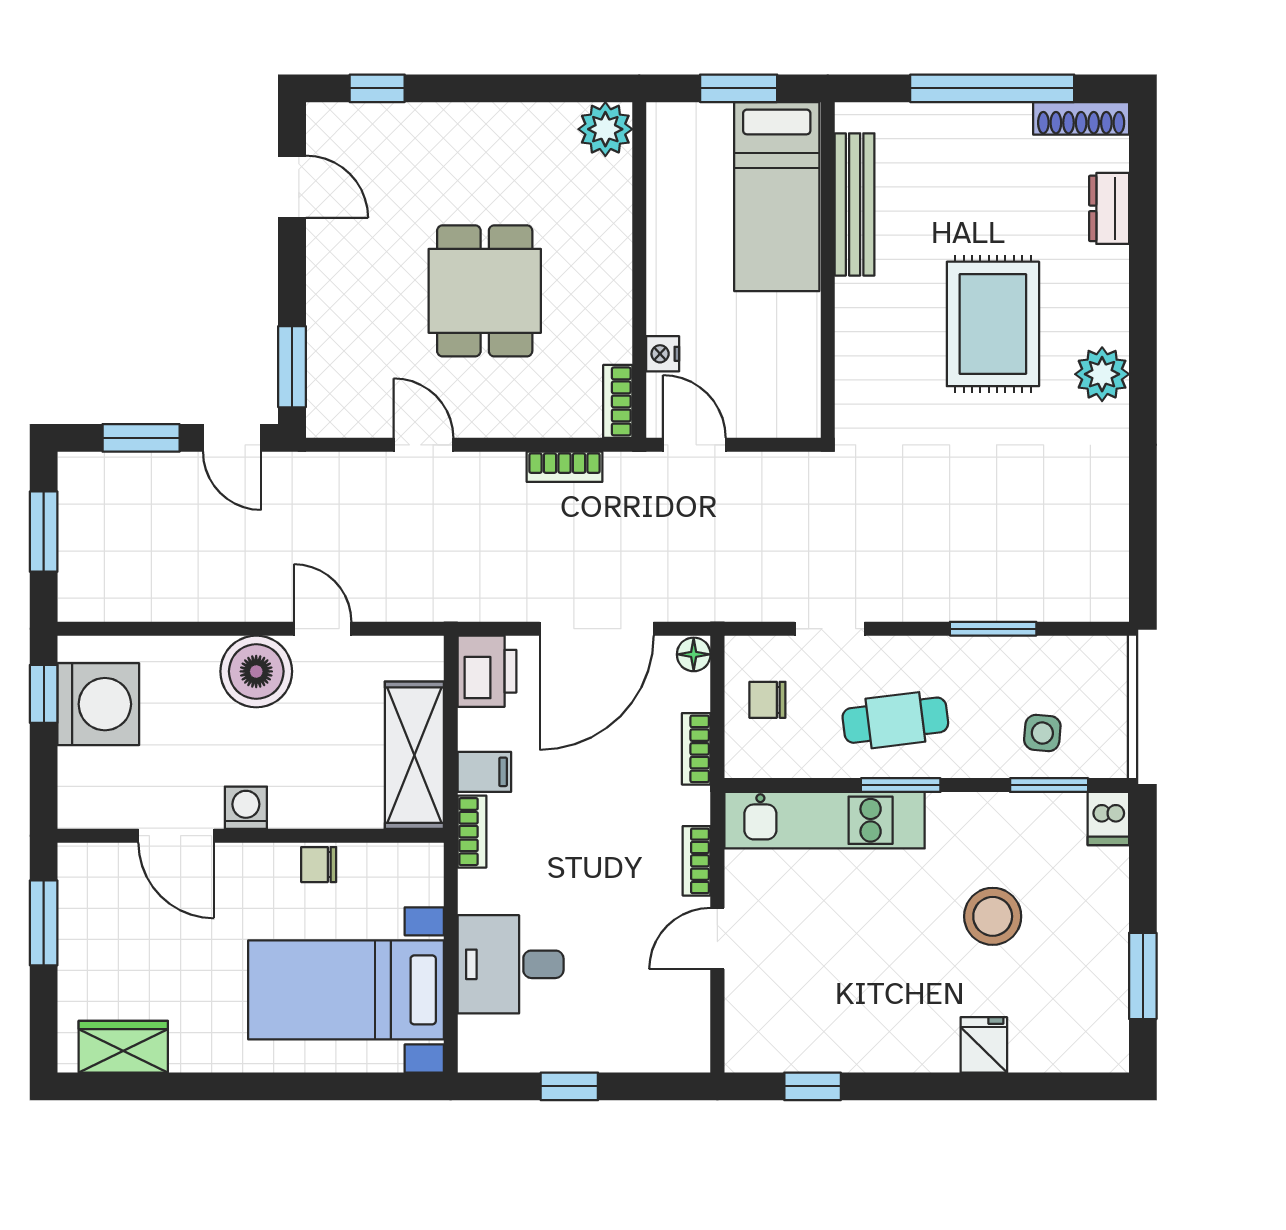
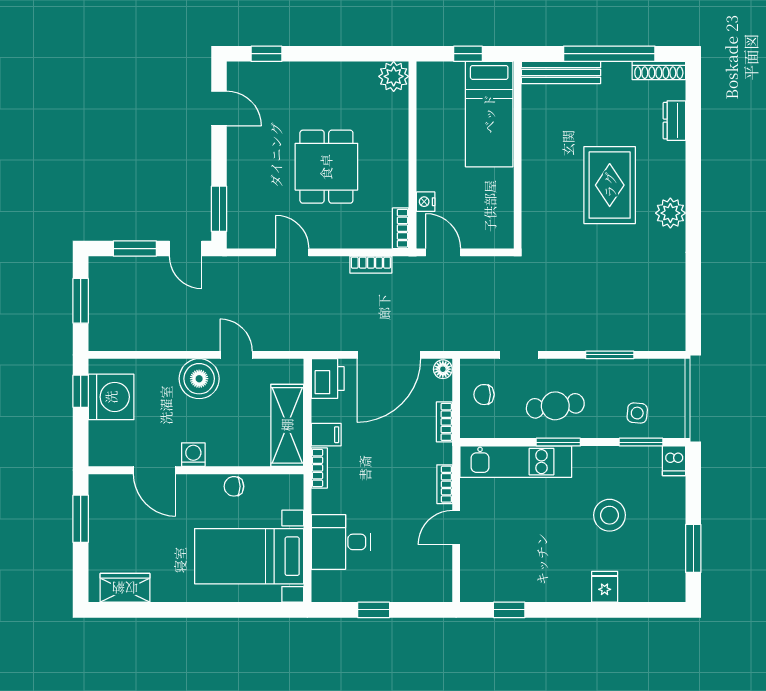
window: (739, 88) -> (468, 54), width x0.67
bench: (855, 204) -> (561, 73), moved, turned 90

